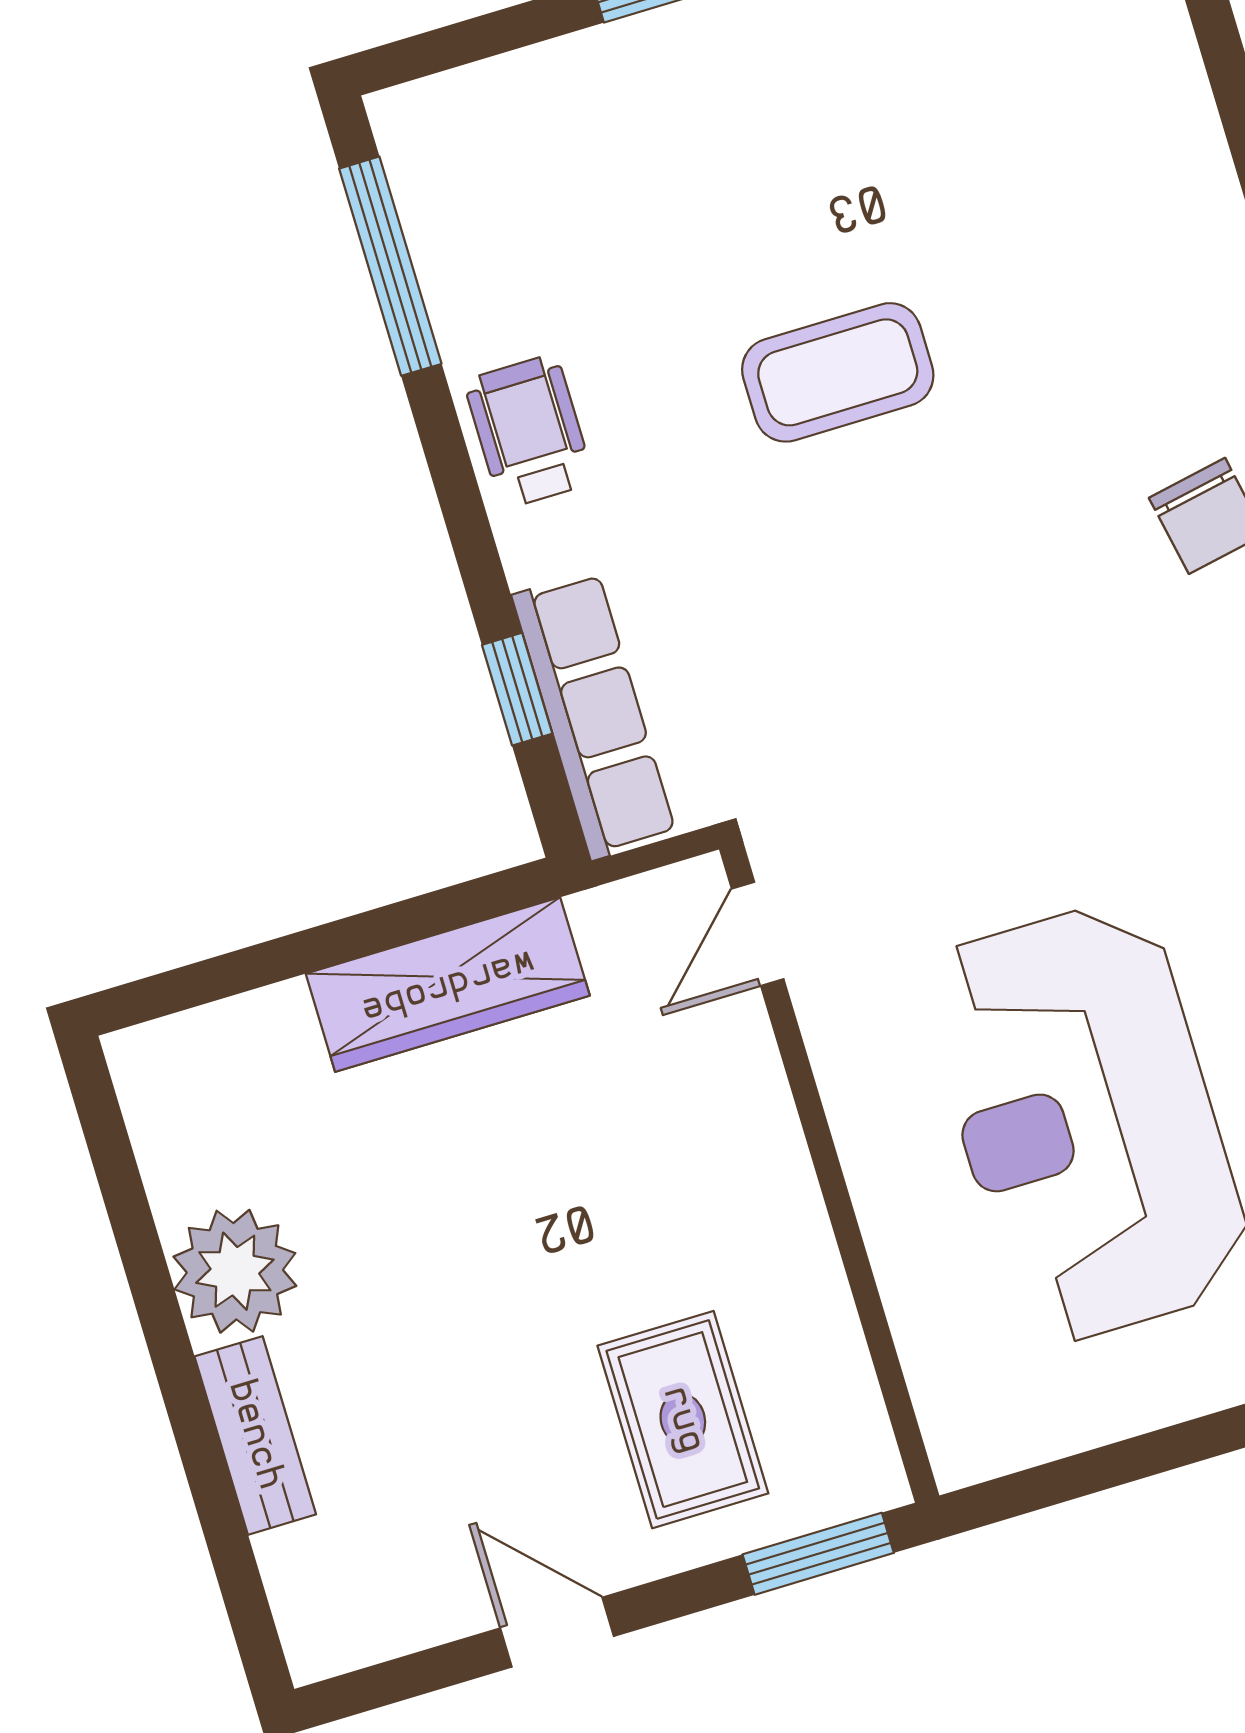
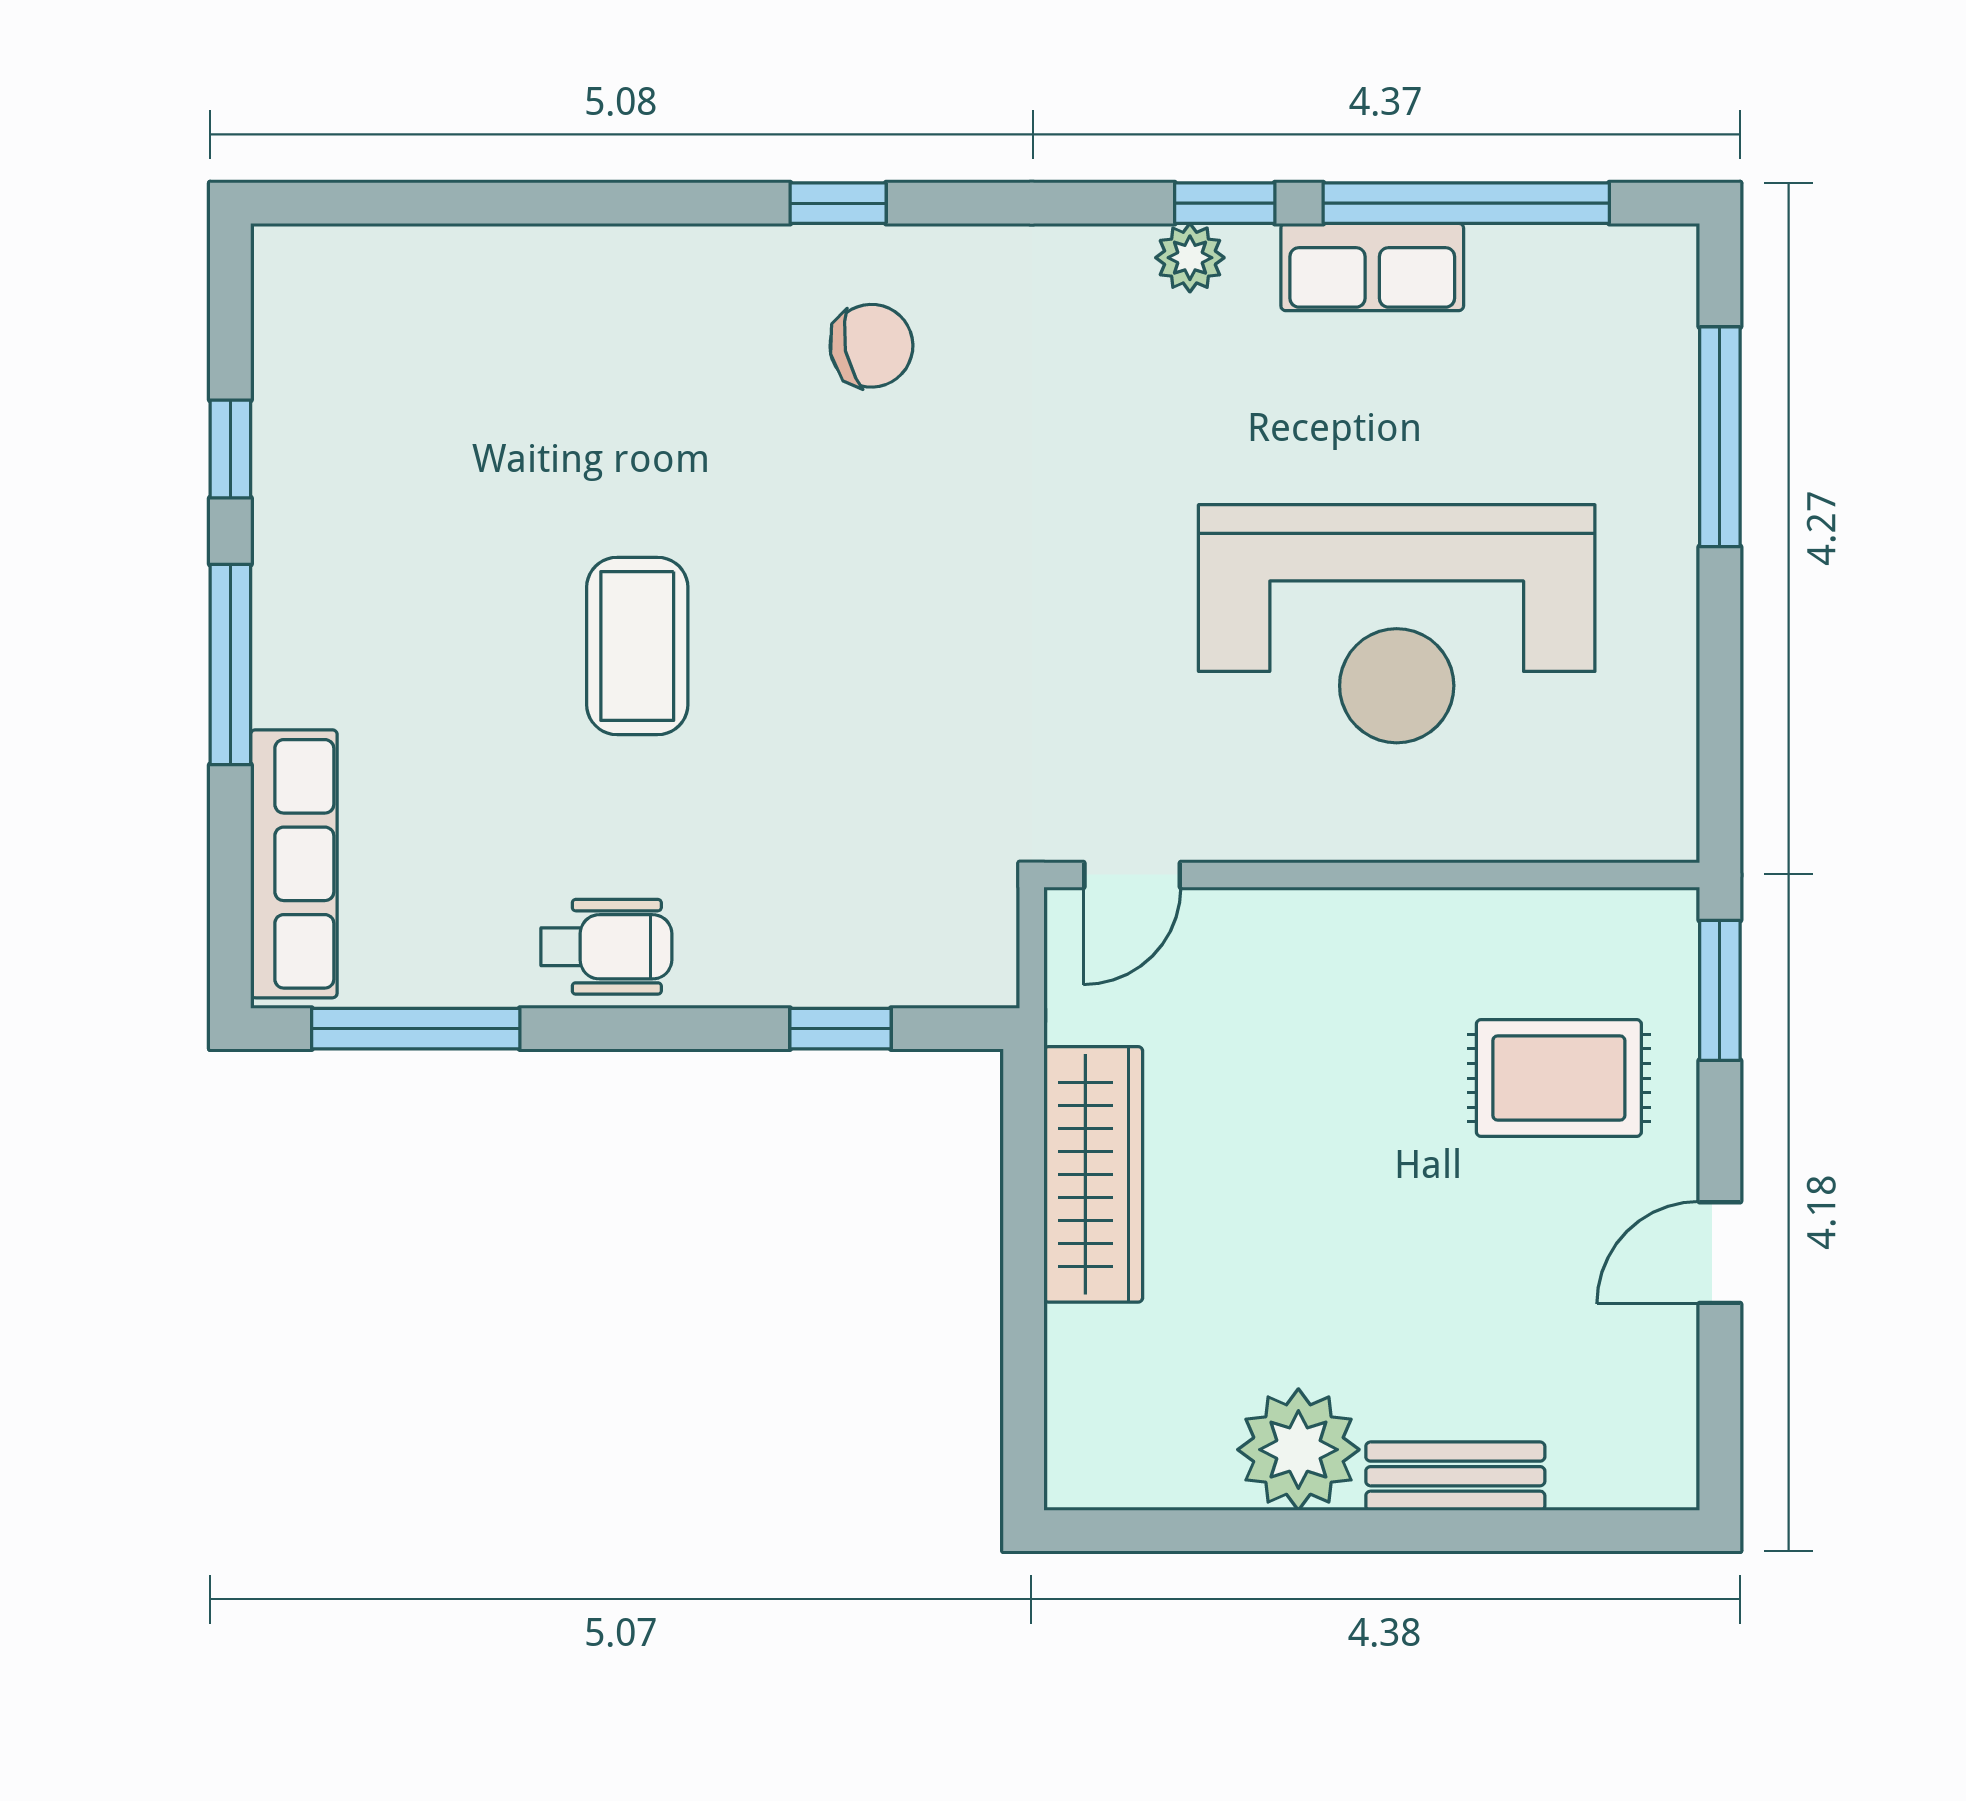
wheelchair: (529, 431) -> (606, 947), turned 180
row of seats: (594, 715) -> (294, 864), moved, turned 90
door: (758, 934) -> (1132, 875), hinge flipped

